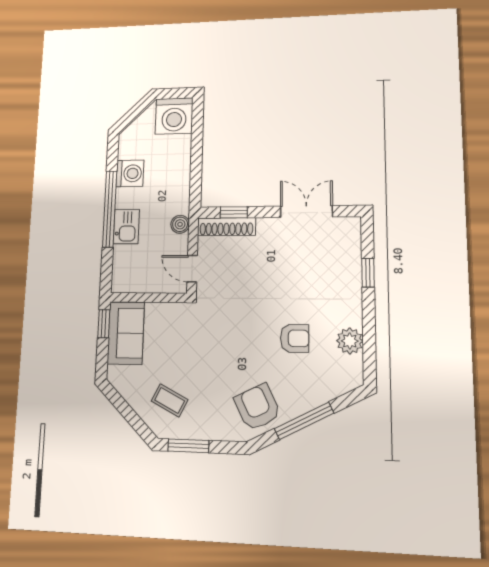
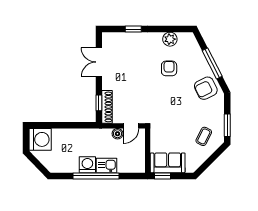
washing machine: (130, 173) -> (87, 165), moved
boiler: (180, 224) -> (118, 134), moved

